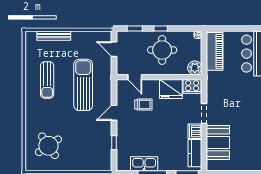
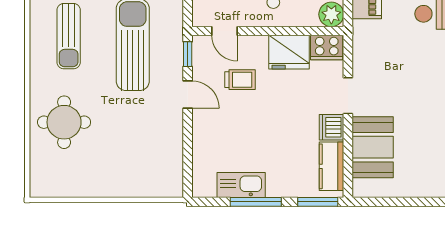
door: (114, 113) -> (188, 95), swing flipped
window: (114, 143) -> (188, 54), moved
round table: (48, 146) -> (64, 122), moved, turned 34

